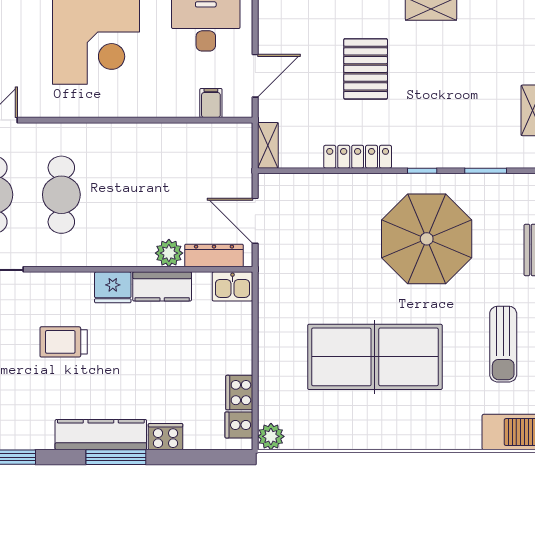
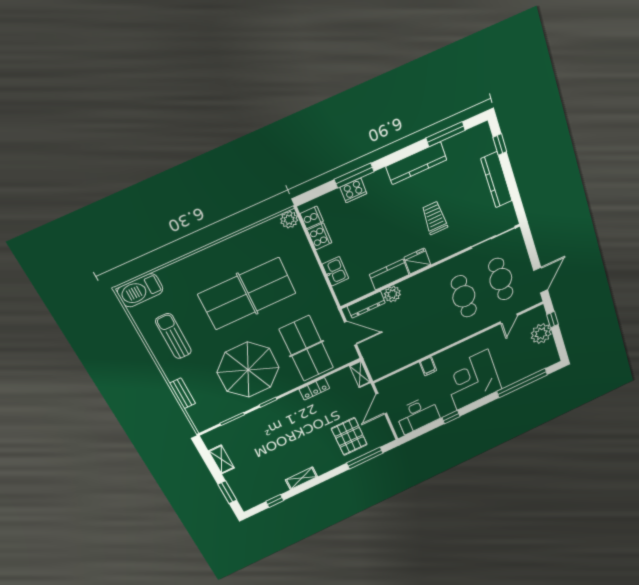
pallet: (366, 69) -> (349, 437), moved
filing cabinet: (211, 103) -> (428, 366), moved
locker: (358, 157) -> (314, 389), width x0.66
table tennis table: (329, 229) -> (307, 349), added
kitchen sink: (233, 286) -> (335, 271), moved, turned 90
trolley: (64, 342) -> (435, 218), turned -90
kitchen counter: (101, 435) -> (416, 163), moved
window: (116, 457) -> (354, 175), moved

